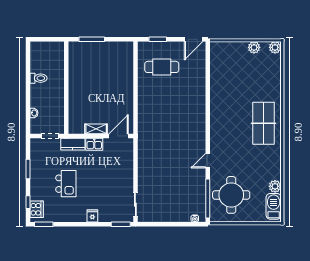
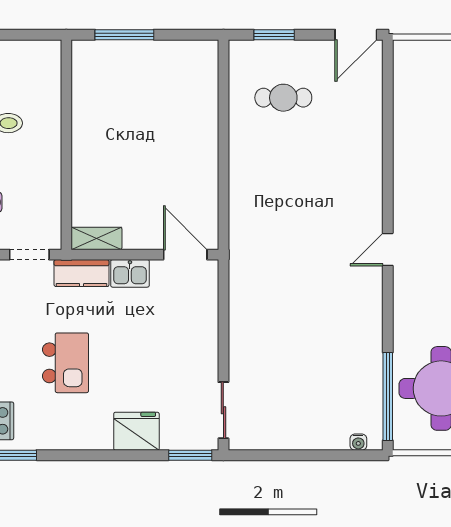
cafe table: (162, 67) -> (283, 98), width x0.73, depth x0.74
shelving: (96, 129) -> (96, 238), moved
door: (119, 136) -> (185, 255), hinge flipped
door: (208, 161) -> (388, 249), moved
fridge: (92, 216) -> (136, 431), width x1.88, depth x1.34

